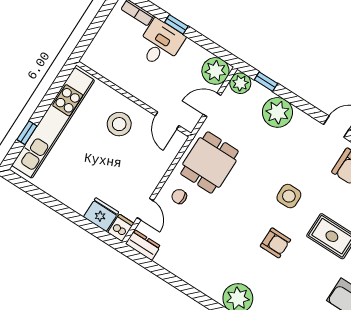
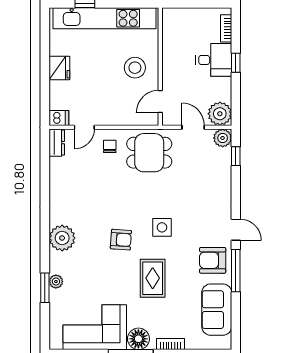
plant: (277, 112) -> (218, 179), removed
fridge: (101, 215) -> (59, 68), moved
armchair: (275, 243) -> (121, 240), turned -86

